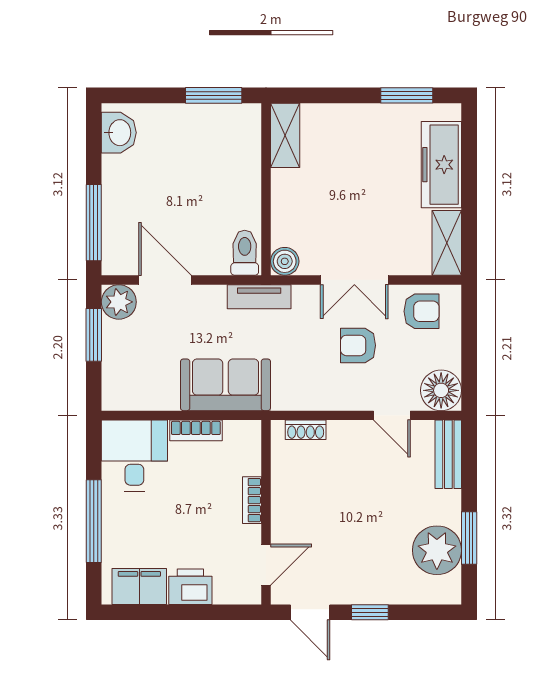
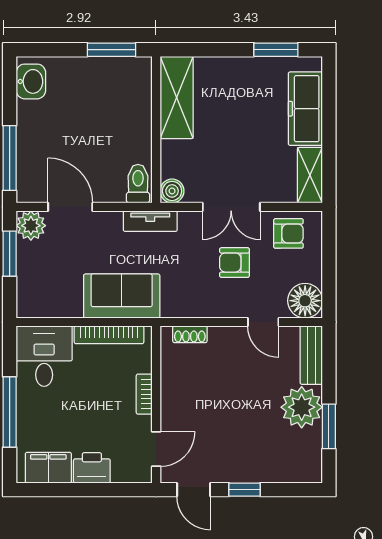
shelving: (285, 135) -> (177, 97), width x1.50, depth x1.33
bookcase: (196, 430) -> (109, 335), width x1.56
plant: (437, 550) -> (302, 407), moved

